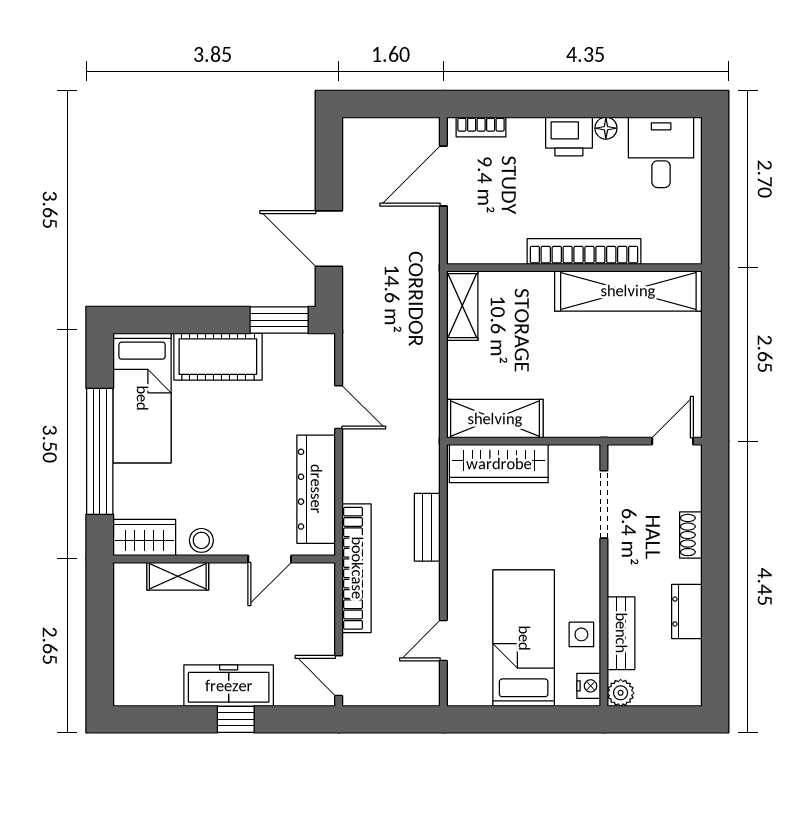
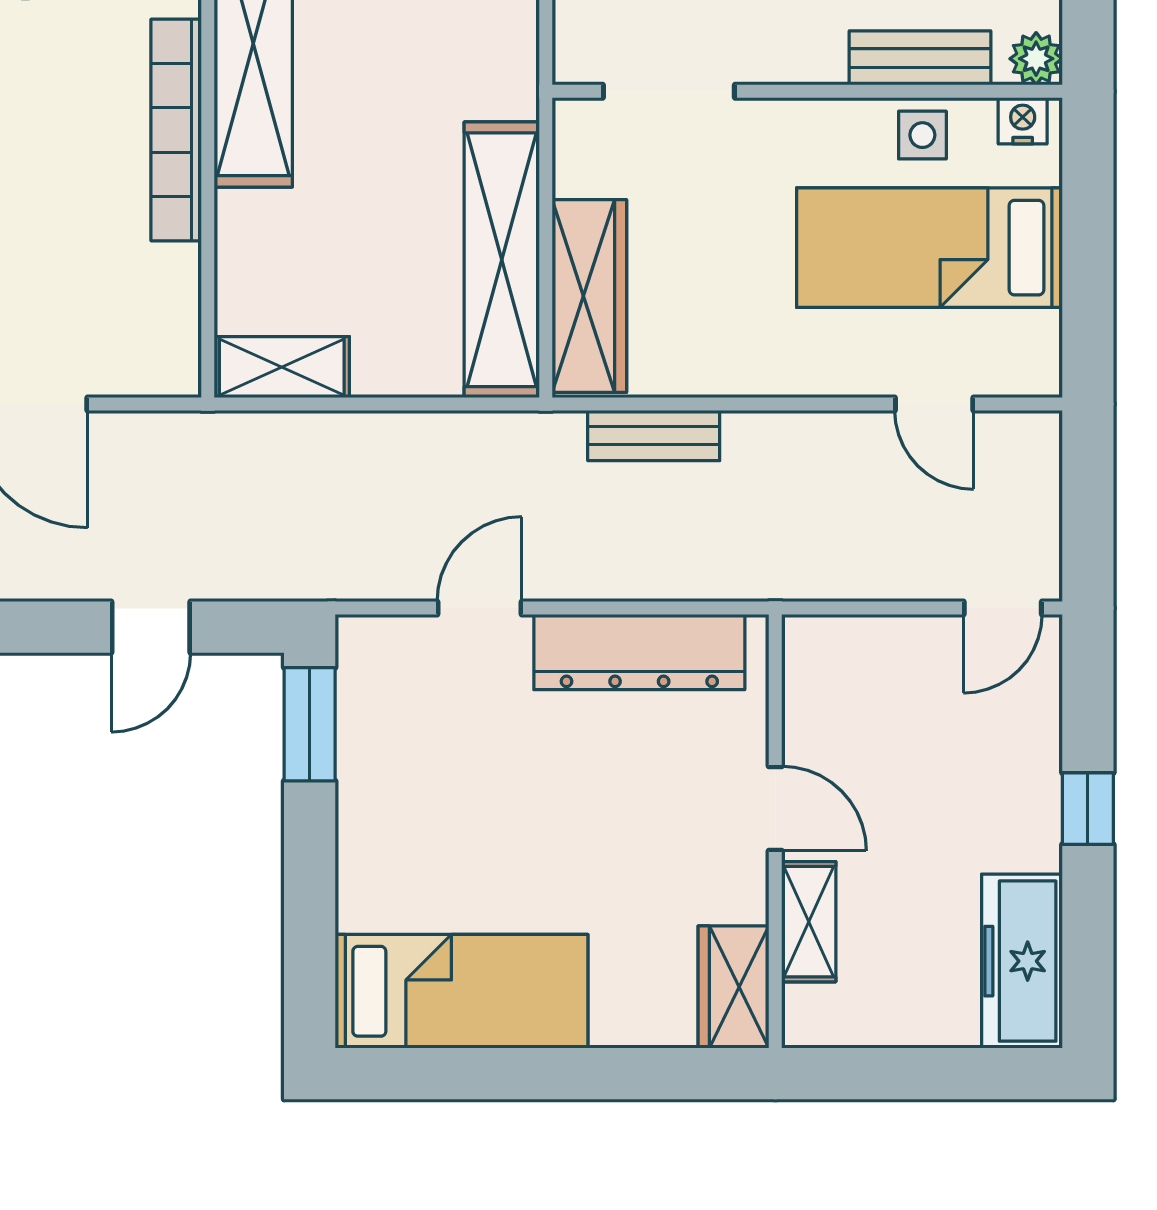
door: (329, 239) -> (151, 627), width x0.73
cot: (218, 357) -> (381, 843), removed
shelving: (495, 419) -> (502, 260), width x1.47
window: (100, 451) -> (566, 1074), removed
bench: (427, 527) -> (654, 435), moved
stool: (201, 540) -> (739, 876), removed
door: (270, 559) -> (775, 809), moved
bookcase: (357, 568) -> (793, 573), removed
freezer: (229, 686) -> (1022, 961), moved

